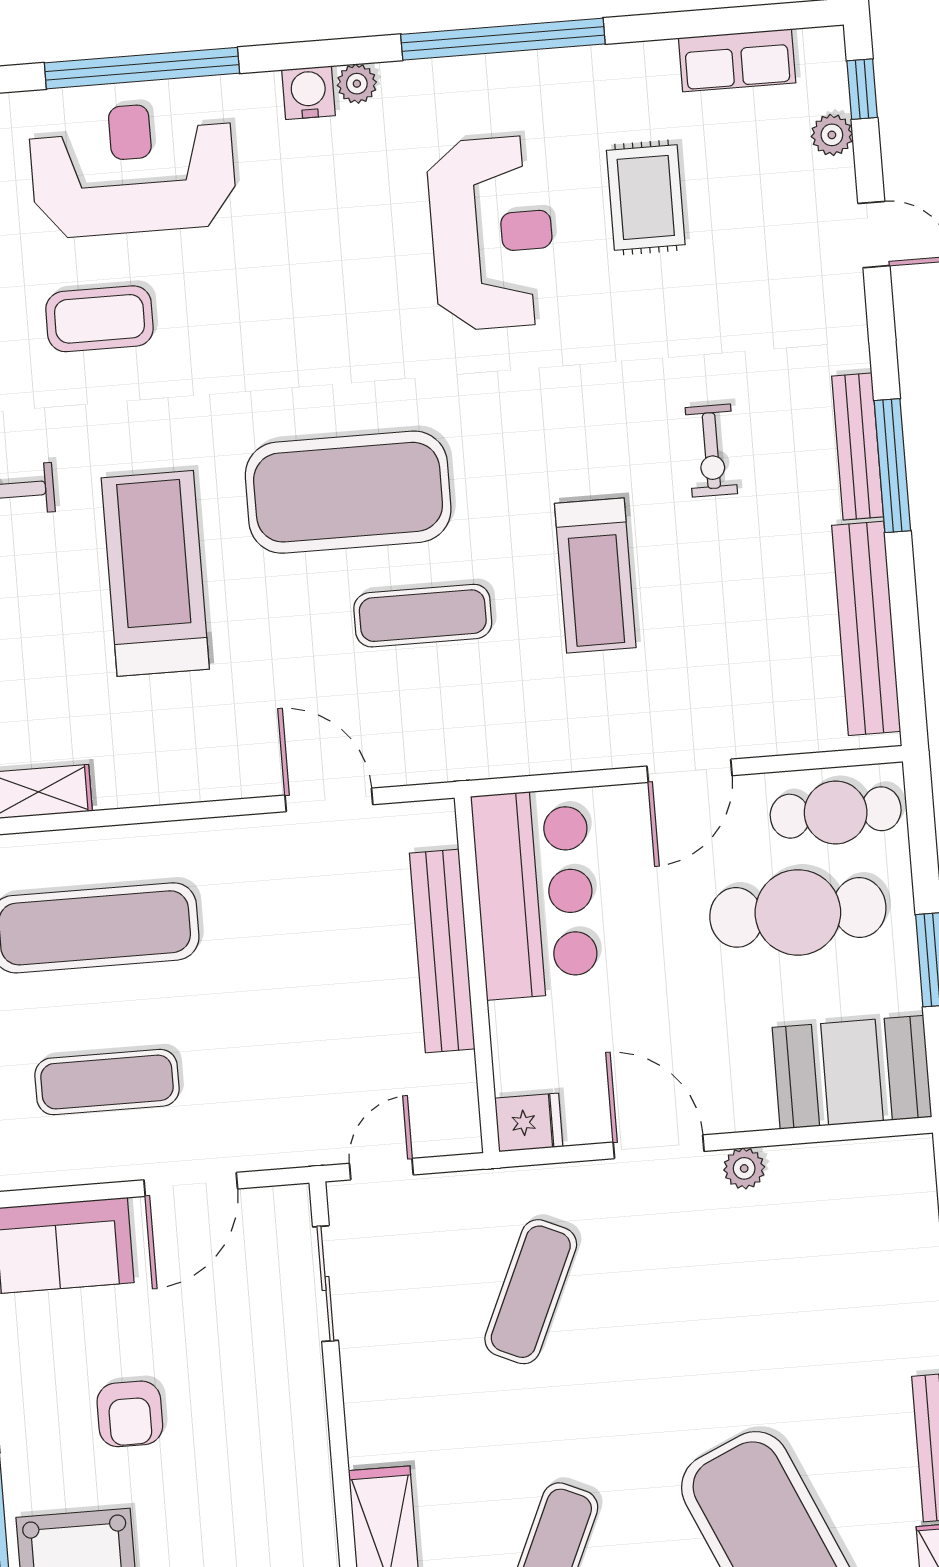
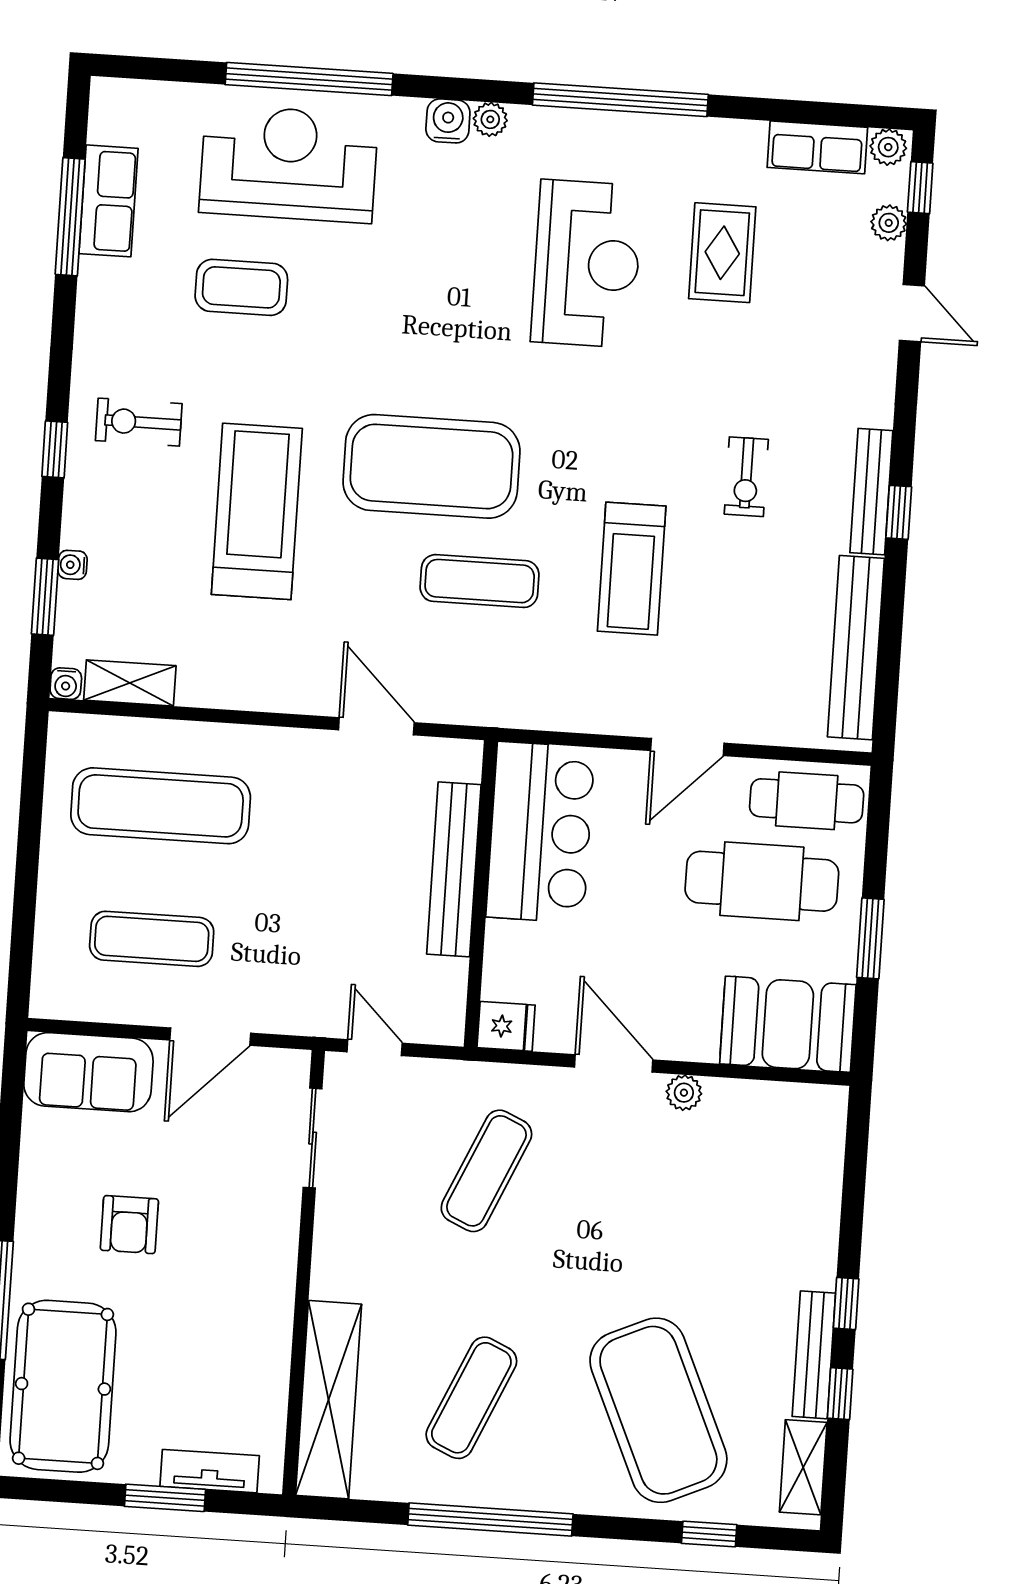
plant: (818, 48) -> (888, 147), added
window: (892, 466) -> (899, 512), width x0.46
door: (381, 1169) -> (375, 1048), hinge flipped

